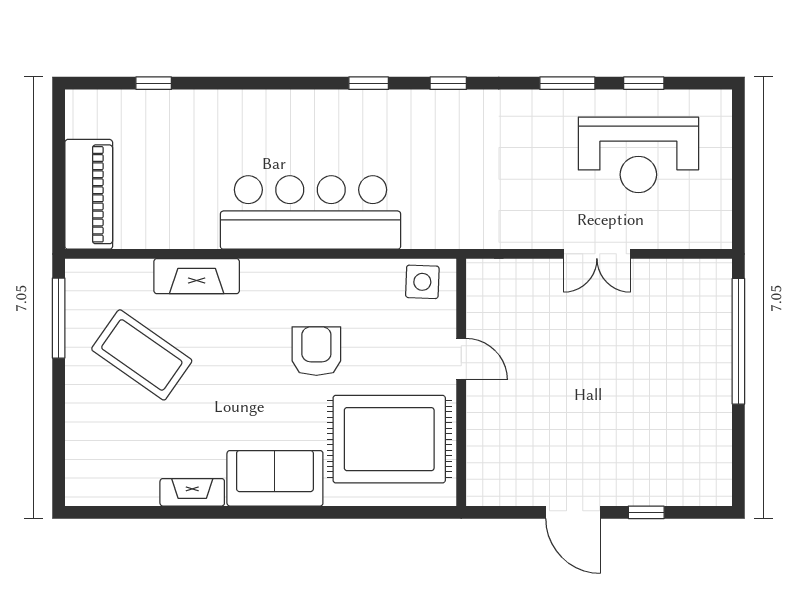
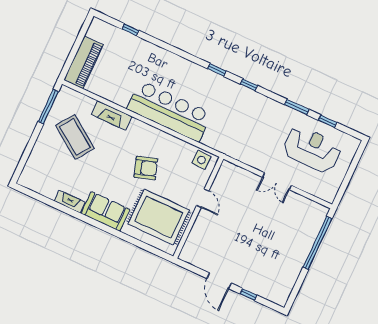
reception desk: (638, 155) -> (312, 149), turned 180
armchair: (316, 351) -> (146, 168), turned 72

